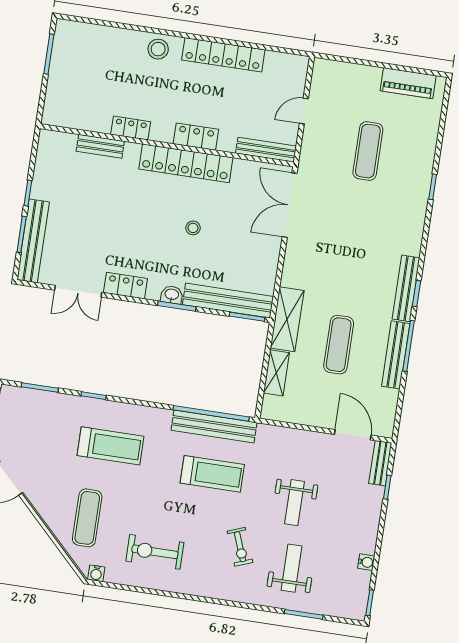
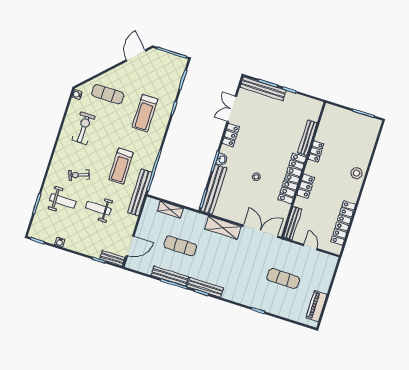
locker: (223, 55) -> (343, 223), moved
bench: (100, 146) -> (307, 138), width x1.36
shelving: (287, 319) -> (223, 228), moved
bench: (214, 426) -> (140, 192), moved

